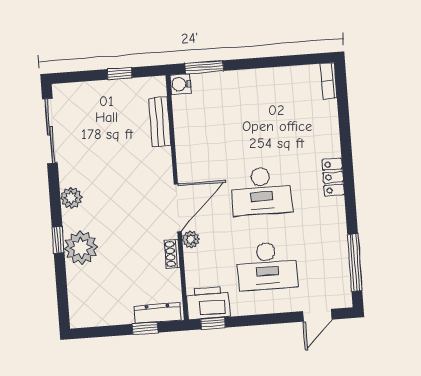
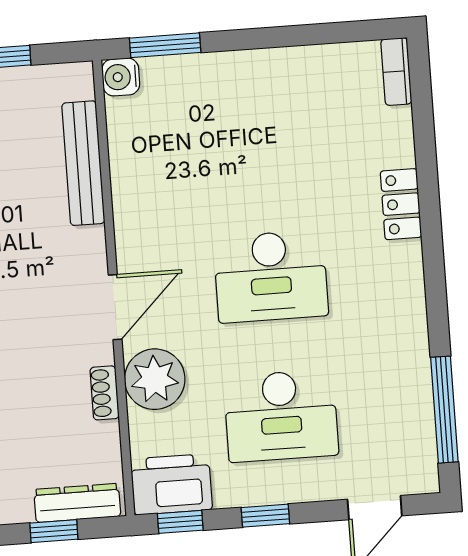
bench: (160, 122) -> (83, 163), width x1.36
locker: (333, 177) -> (401, 204), moved
door: (178, 208) -> (115, 307), width x0.73
plant: (191, 240) -> (155, 379), width x1.87, depth x1.87
window: (259, 320) -> (265, 516), added

